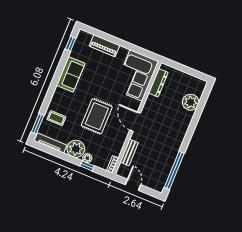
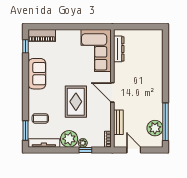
piano: (105, 46) -> (42, 36), moved
plant: (191, 102) -> (155, 128), moved

